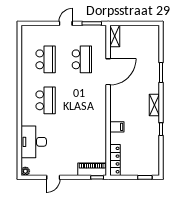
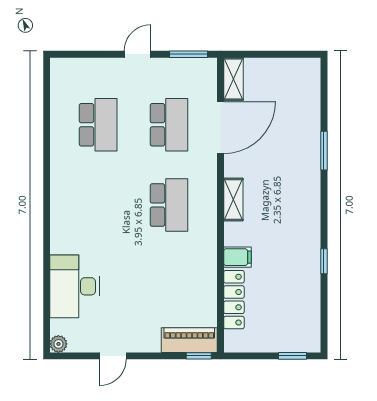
door: (108, 72) -> (220, 128), moved
school desk: (46, 100) -> (169, 205), moved
shelving: (154, 105) -> (233, 200), moved
locker: (115, 160) -> (234, 300), moved

